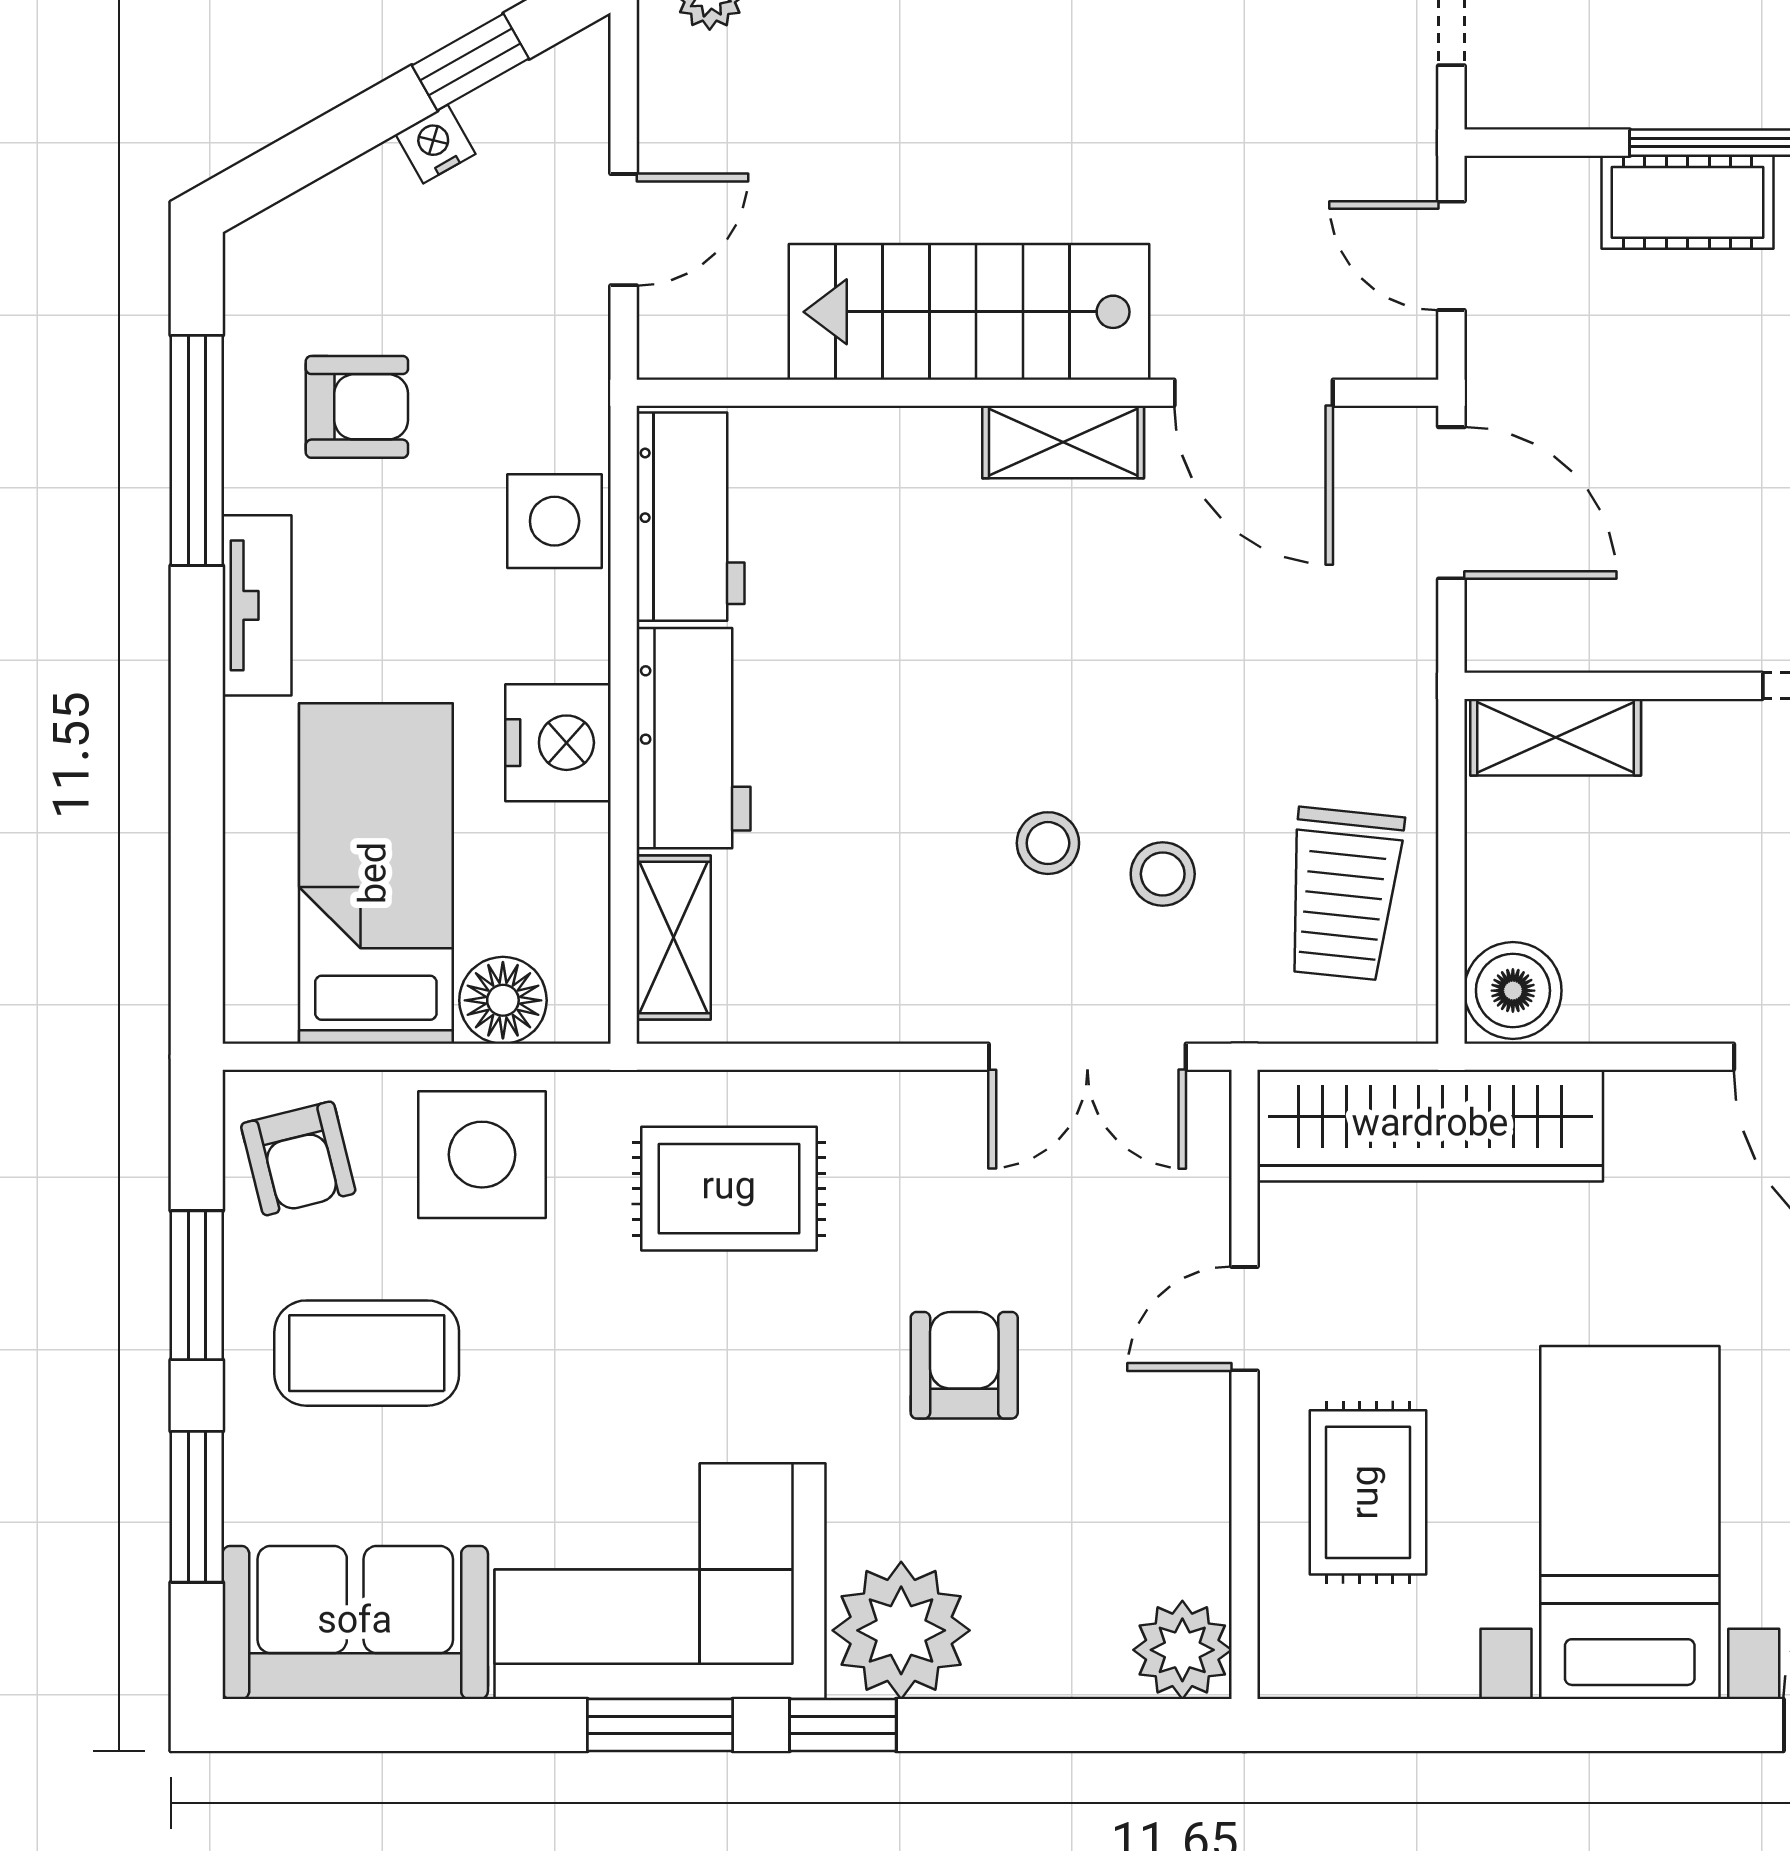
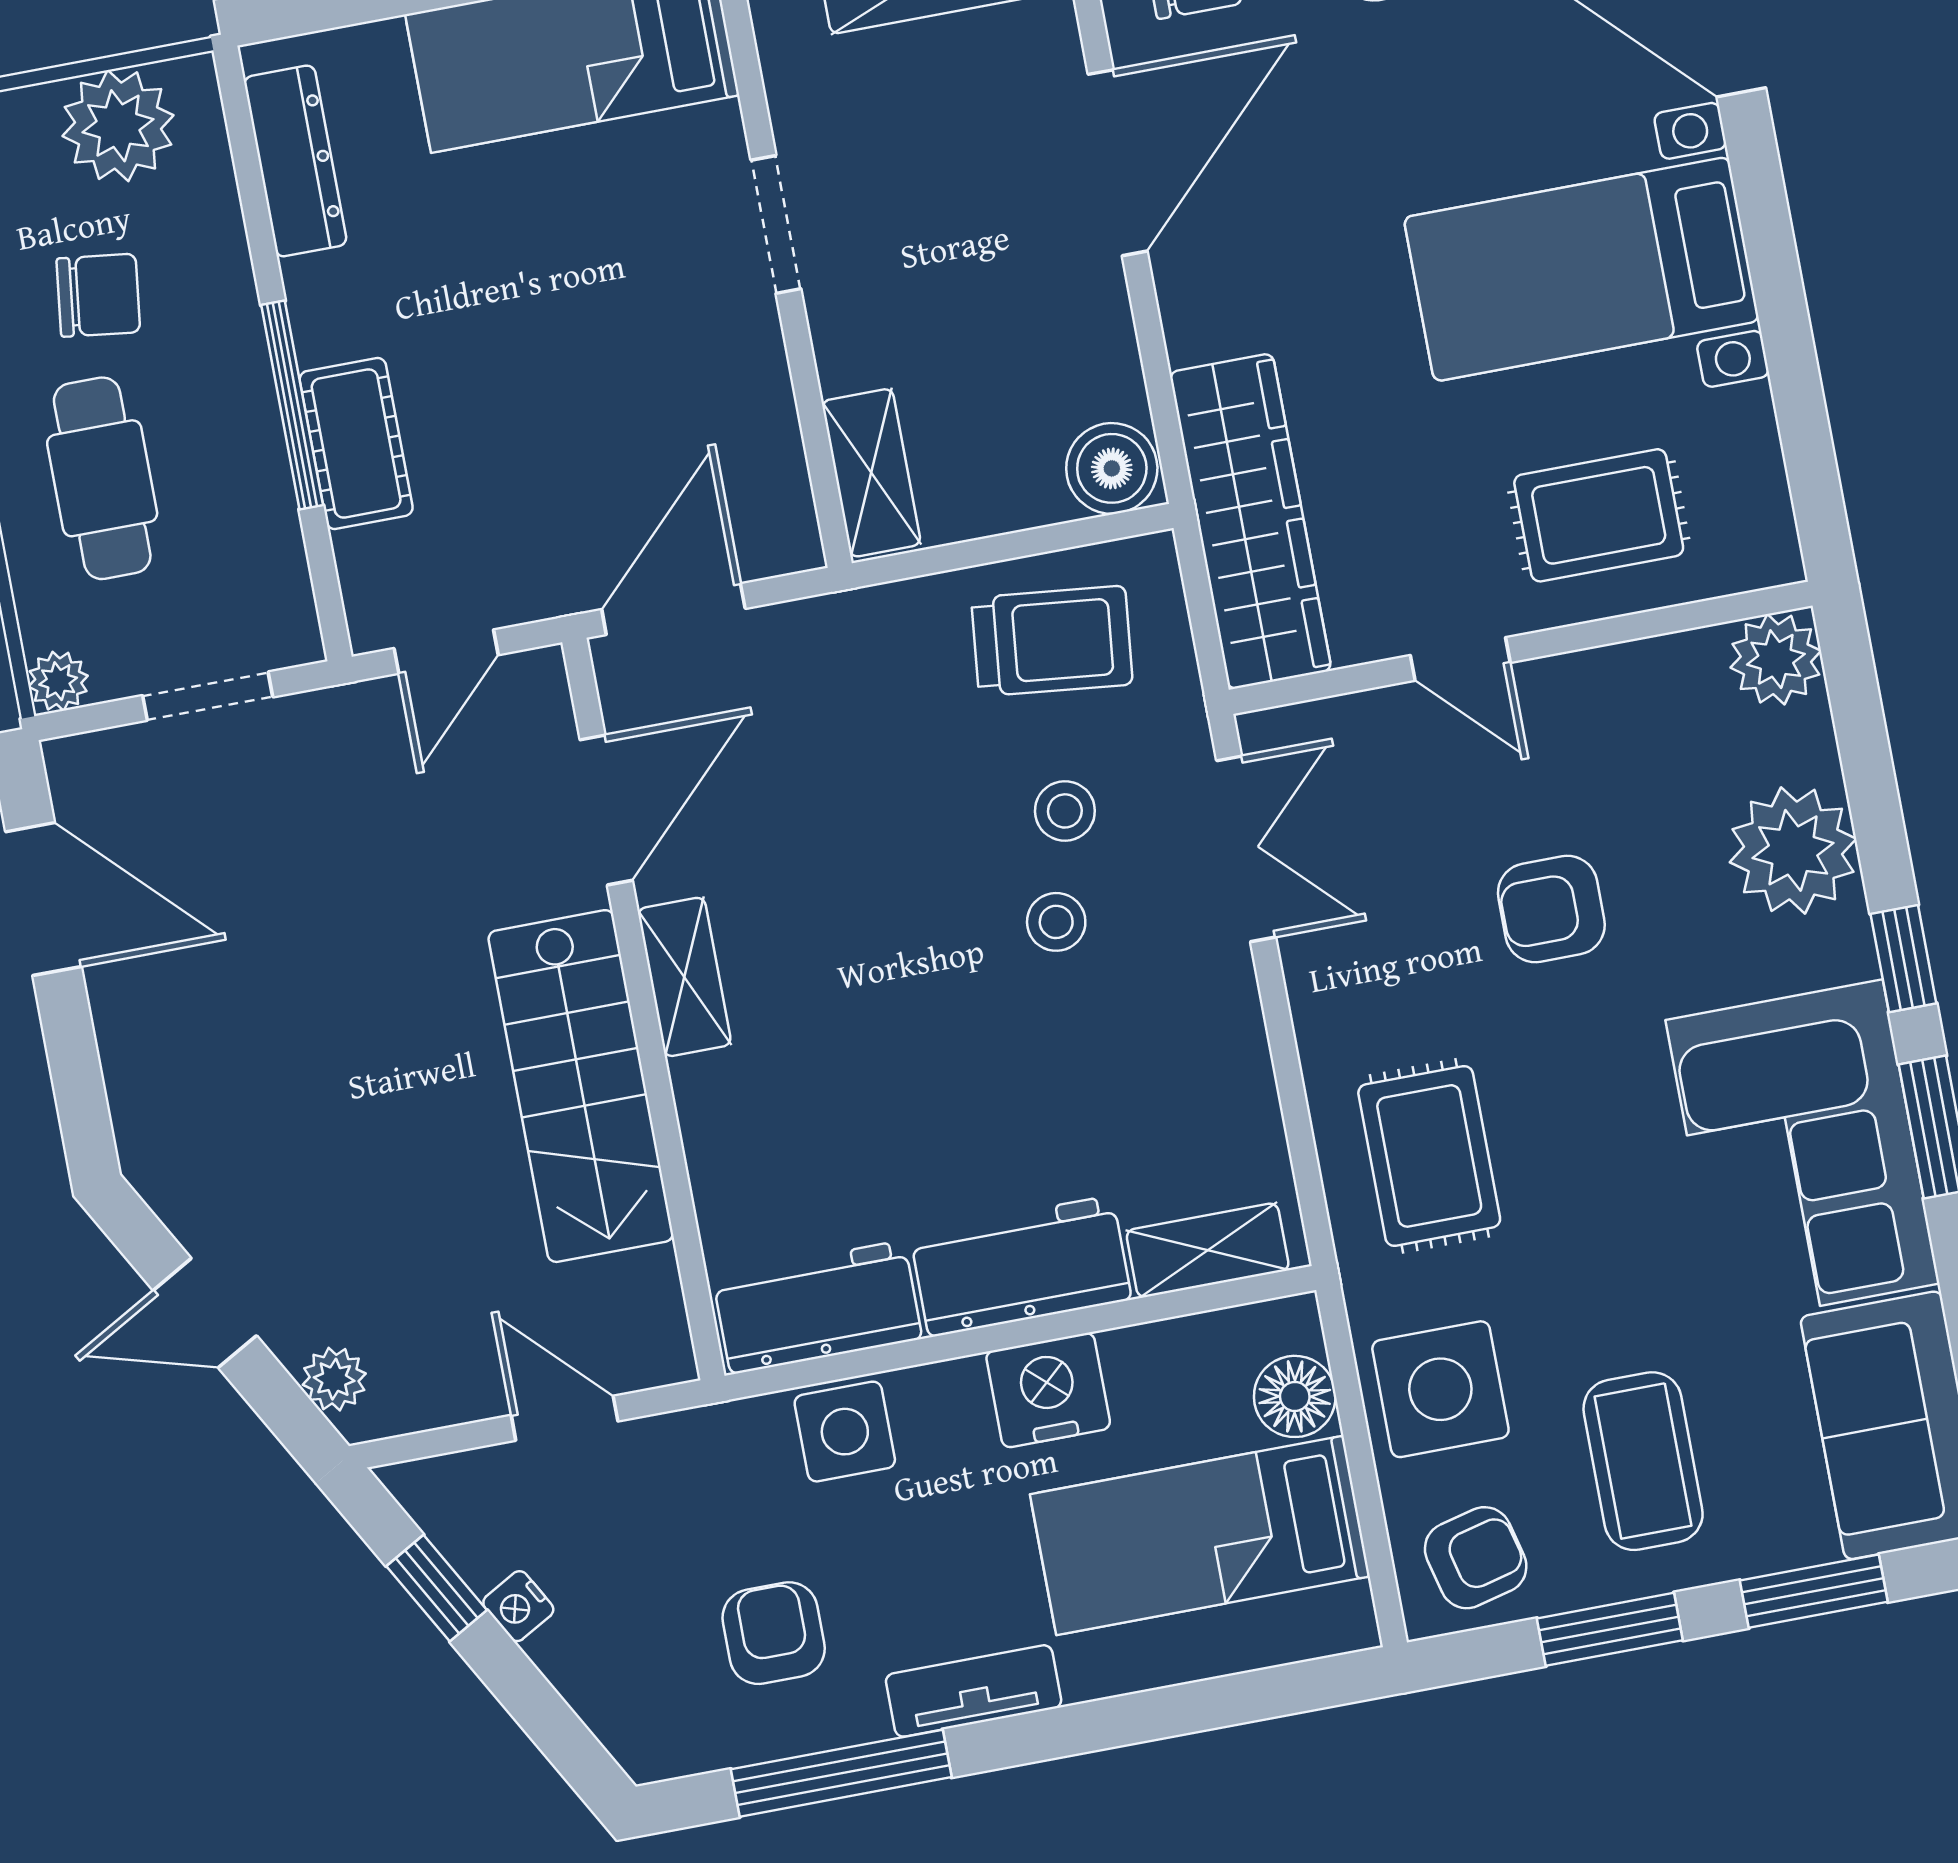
plant: (901, 1630) -> (1793, 850), moved

